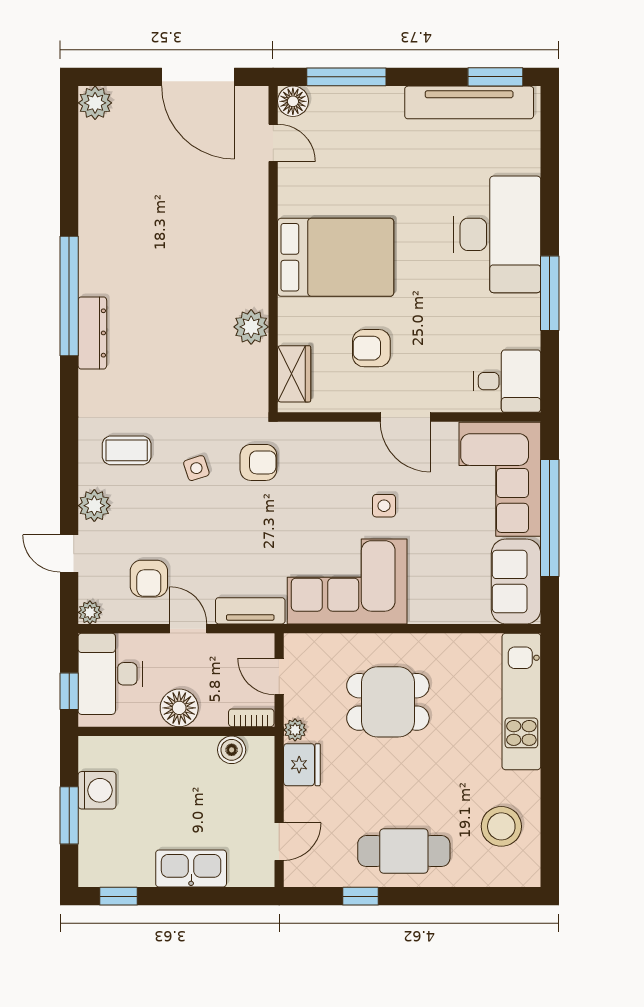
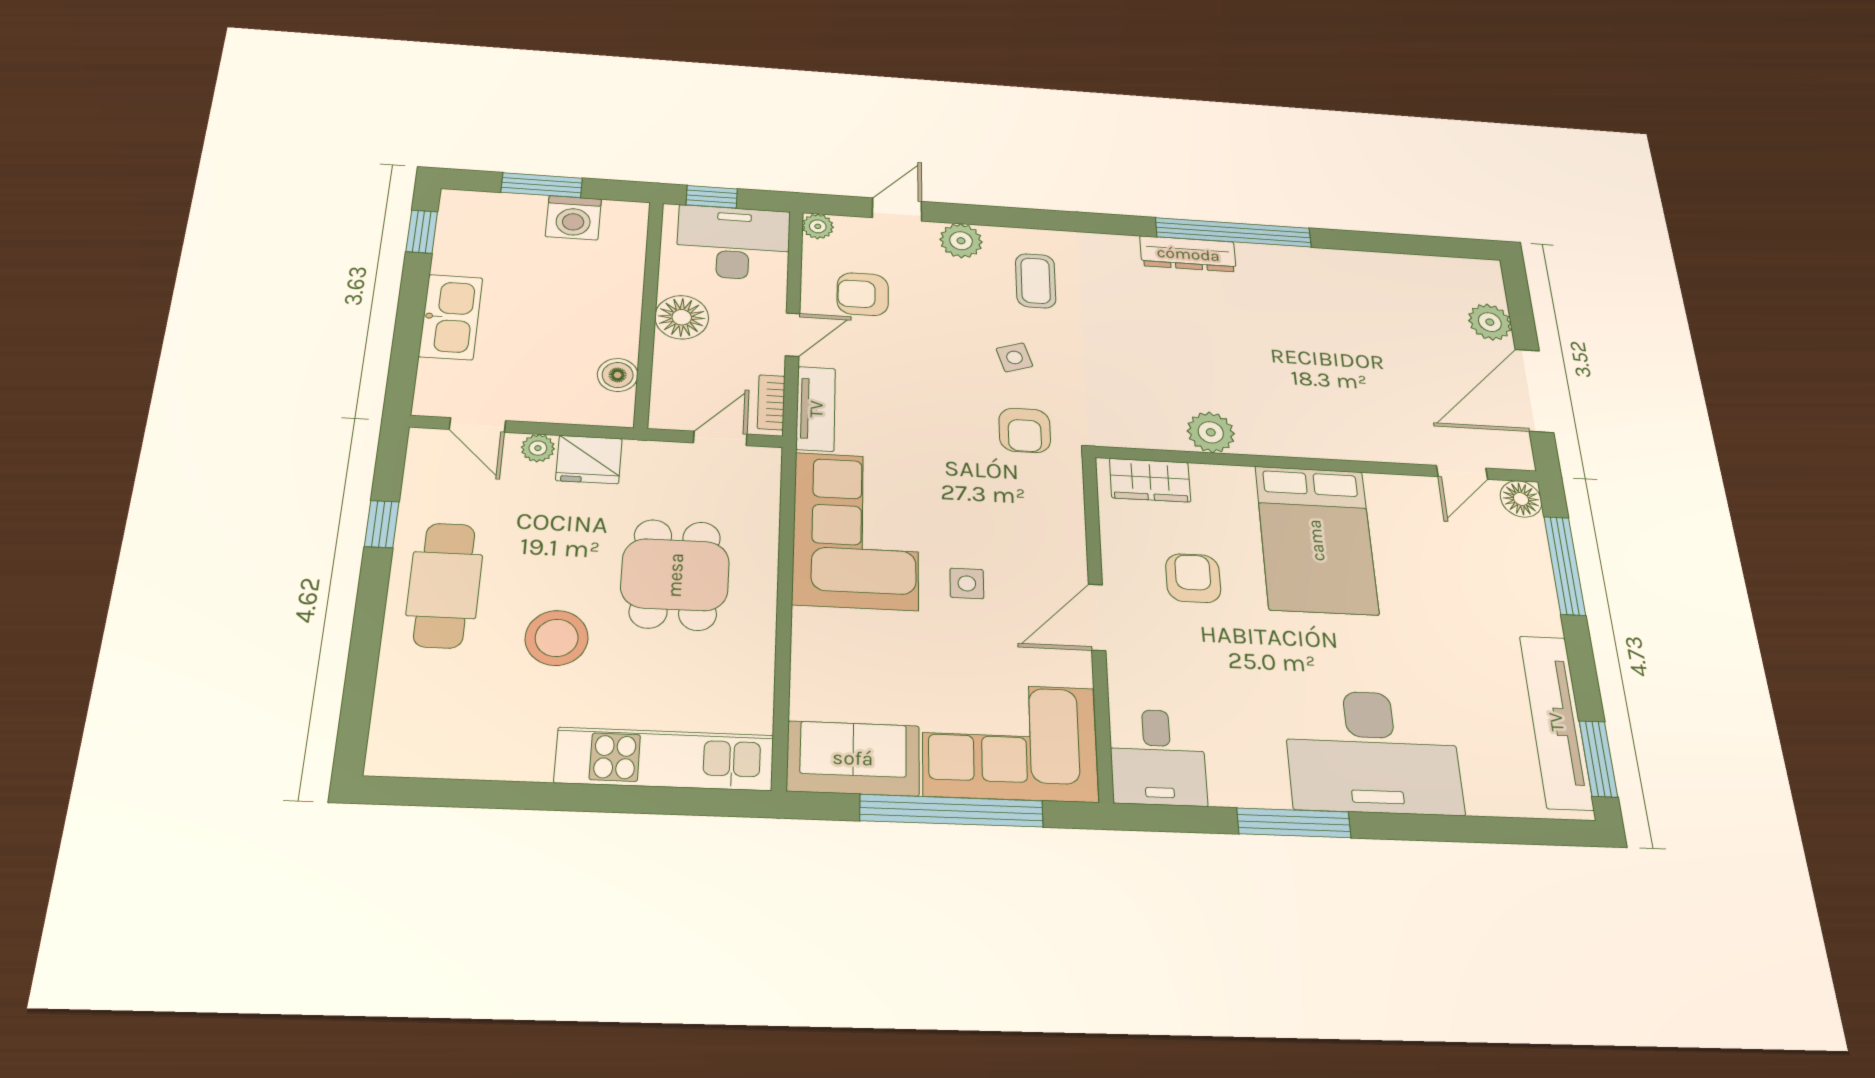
plant: (95, 103) -> (1490, 322), moved
bookcase: (251, 718) -> (771, 402), moved, turned 180
plant: (295, 730) -> (538, 448), moved
stool: (501, 826) -> (557, 638), moved

